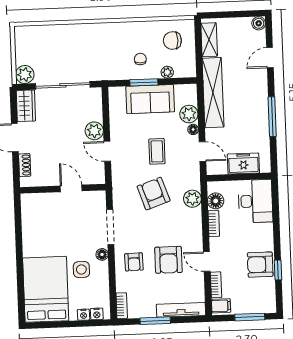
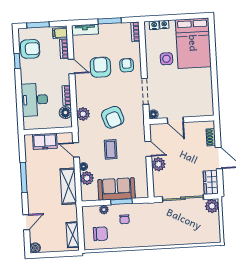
shelving: (213, 93) -> (68, 186), width x0.68
desk: (255, 201) -> (35, 100), moved
floor lamp: (102, 254) -> (153, 114), moved
armchair: (260, 265) -> (30, 49), moved
tv unit: (181, 310) -> (85, 30), width x0.71

